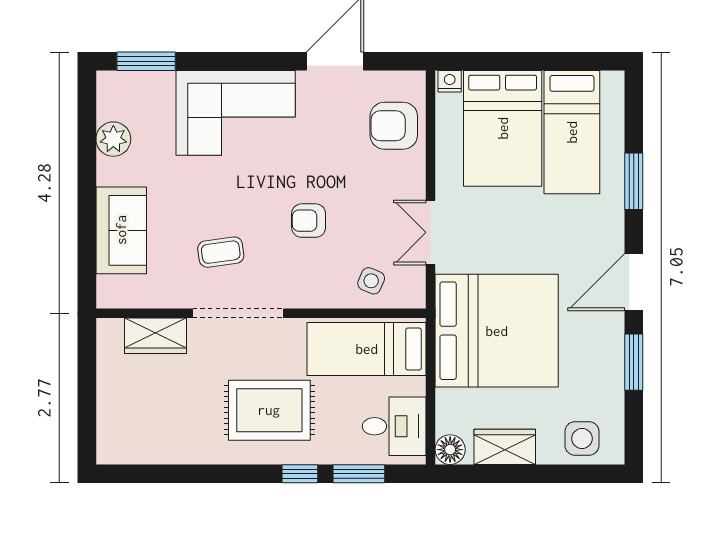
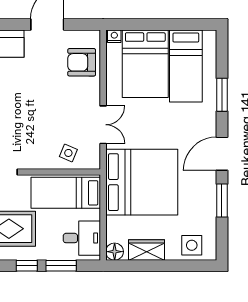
armchair: (309, 221) -> (32, 118), removed
double door: (431, 232) -> (103, 125), swing flipped

